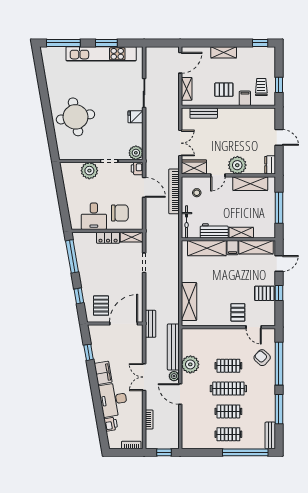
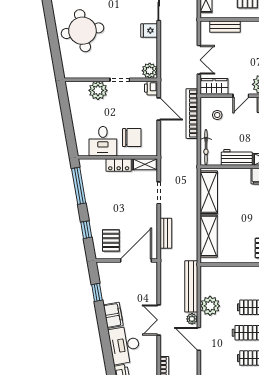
shelving: (207, 248) -> (209, 192), moved, turned 90
bench: (150, 324) -> (166, 233), moved

